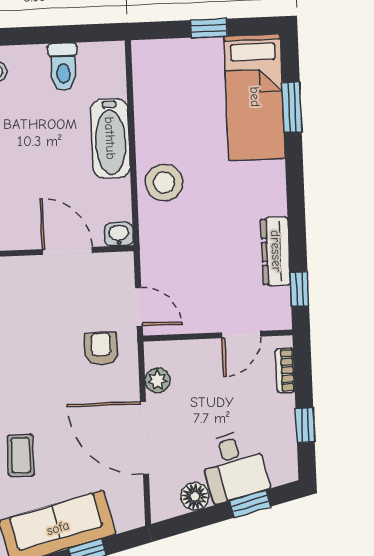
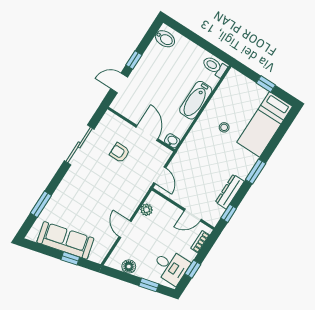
toilet: (63, 67) -> (214, 66), moved, turned 90
window: (292, 107) -> (256, 172), moved
stool: (164, 183) -> (224, 127), moved, width x0.53, depth x0.53
armchair: (101, 349) -> (120, 153), moved, turned -90
door: (144, 438) -> (125, 229), width x0.53
coffee table: (21, 455) -> (71, 201), removed
desk: (234, 466) -> (171, 267), moved, turned -76

